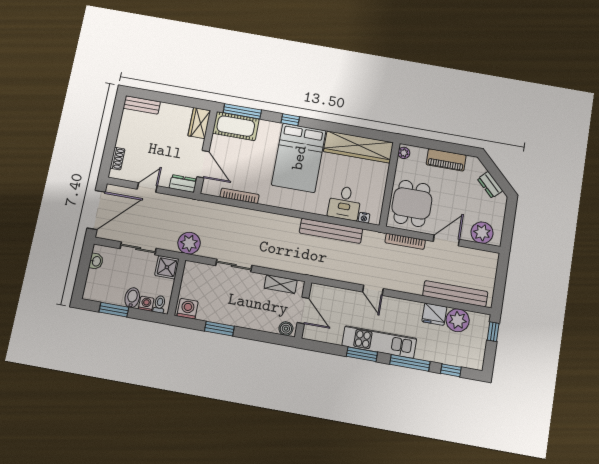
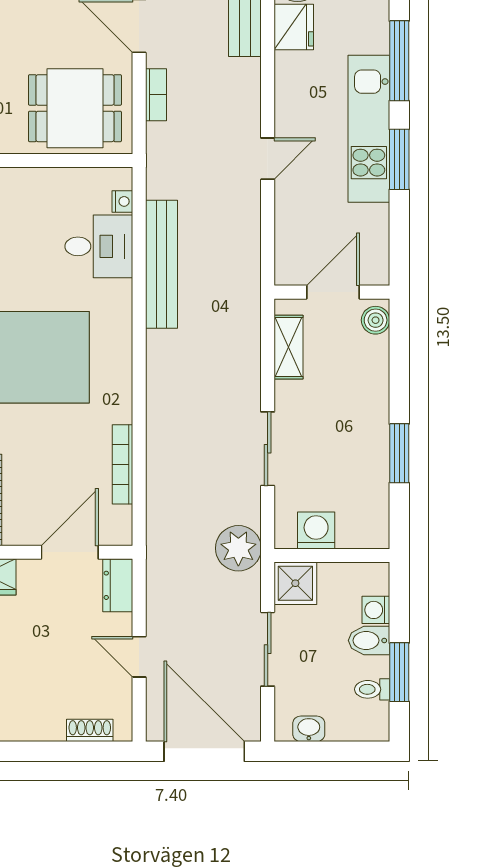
bookcase: (405, 241) -> (156, 95), width x0.64
toilet: (159, 304) -> (372, 689), moved
washing machine: (188, 309) -> (316, 530), moved, turned 90

